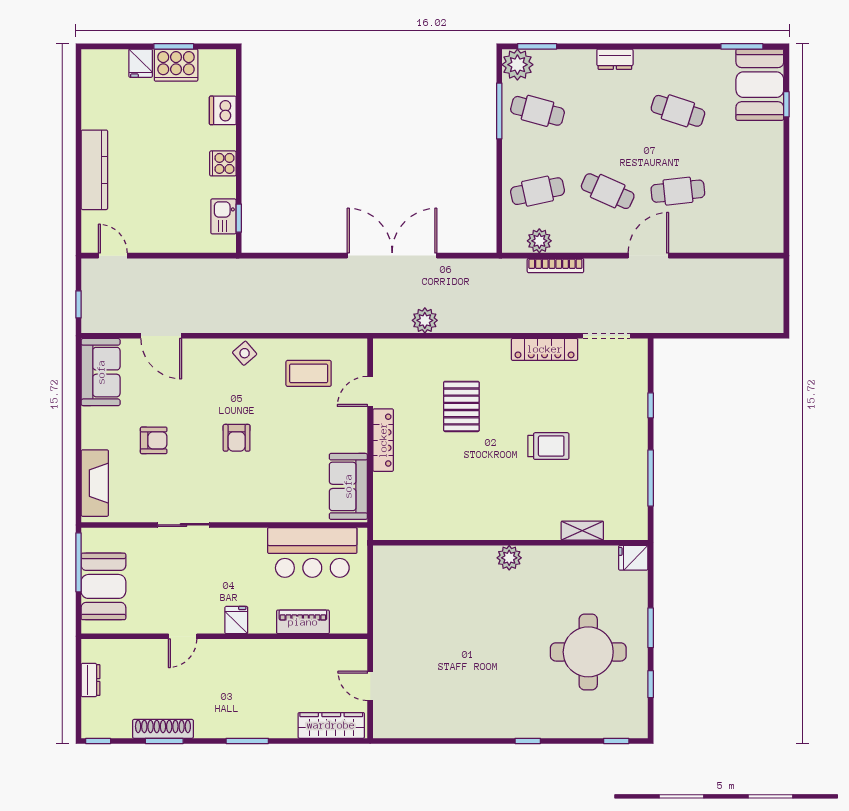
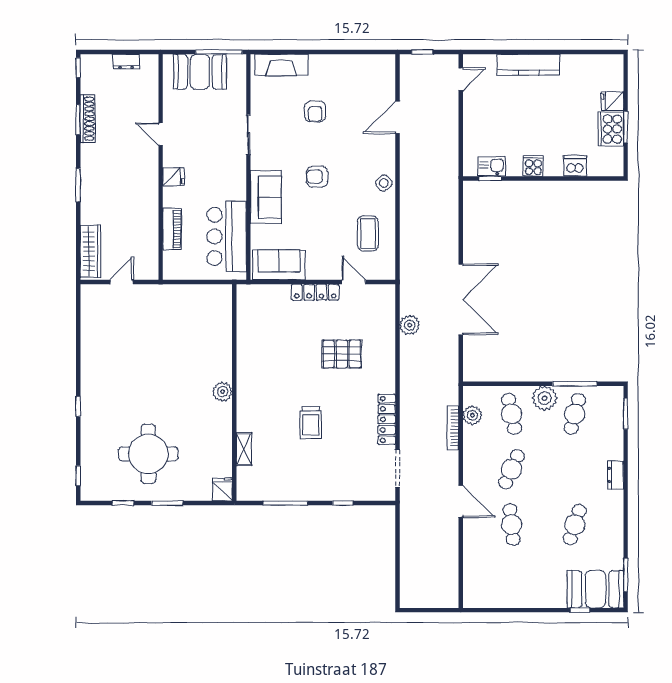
plant: (517, 65) -> (545, 398), moved
sofa: (101, 372) -> (266, 197), moved, turned -90

